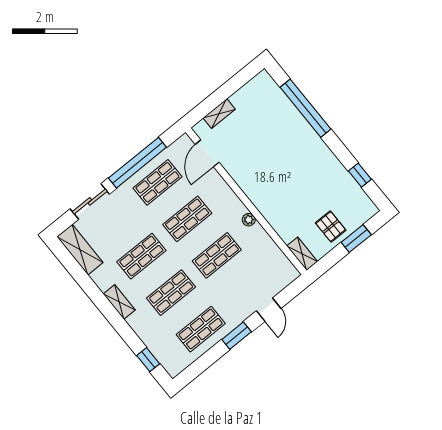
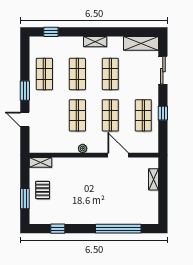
door: (207, 153) -> (118, 155), moved
window: (137, 163) -> (163, 113), width x0.32
pallet: (331, 227) -> (43, 190), turned 90

